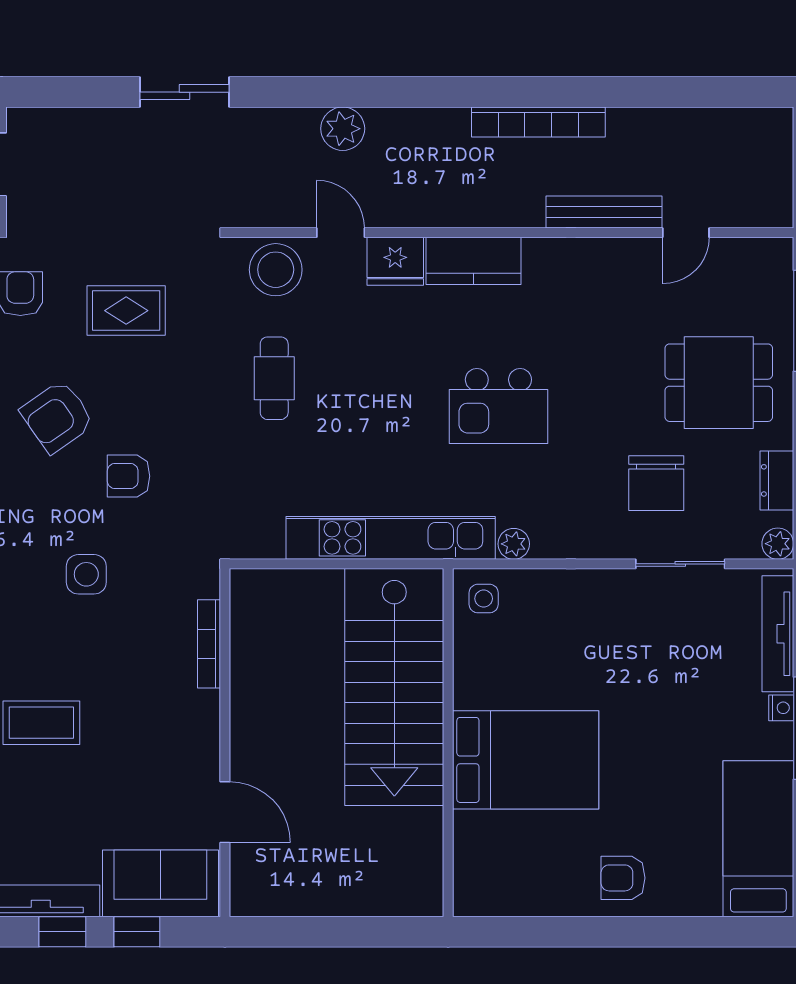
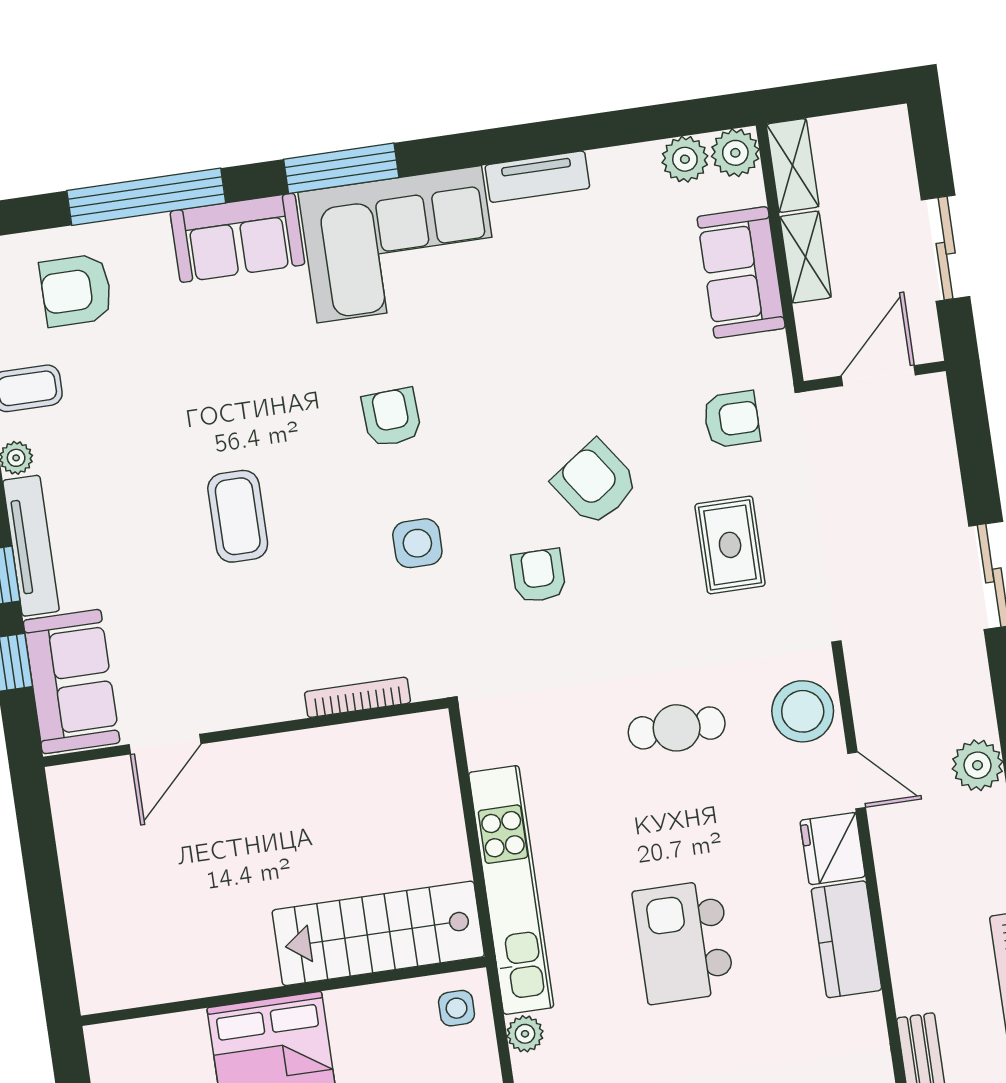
door: (341, 233) -> (857, 780), hinge flipped
kitchen island: (498, 406) -> (684, 942), moved
stairs: (394, 687) -> (378, 933), width x0.73, depth x0.66

